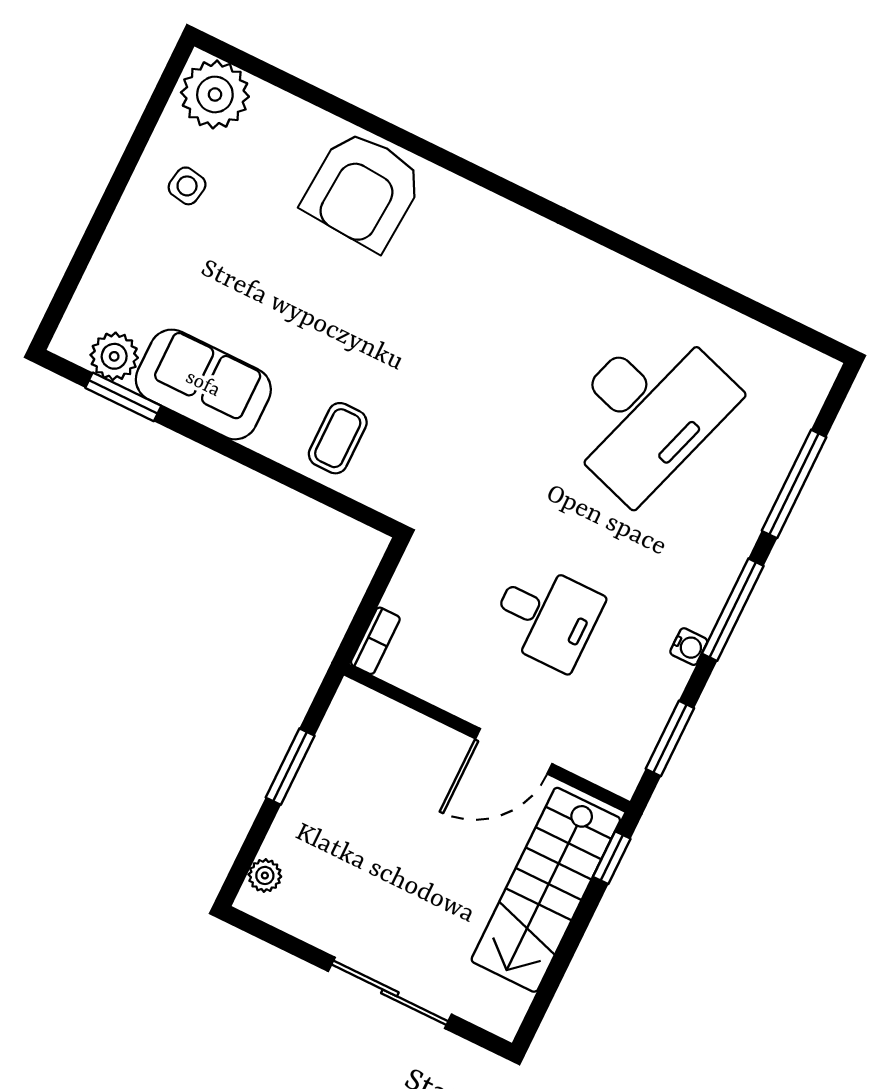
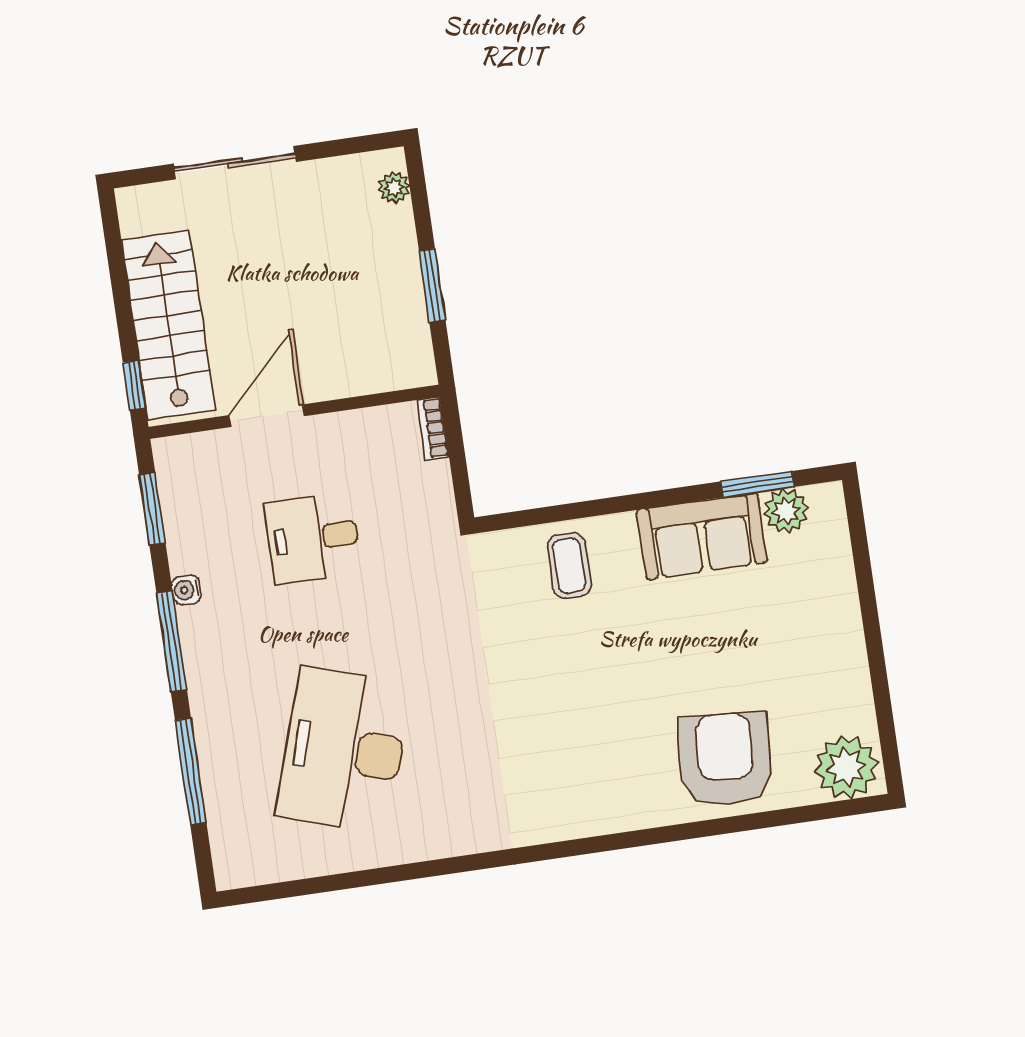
side table: (187, 186) -> (820, 682), removed
armchair: (363, 190) -> (725, 760), moved

